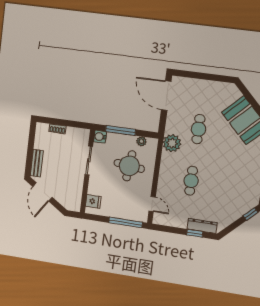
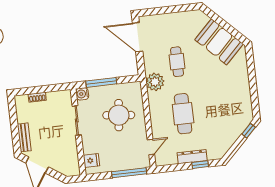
plant: (141, 141) -> (125, 88), removed
cafe table: (191, 181) -> (183, 114), width x1.37, depth x1.35
door: (152, 204) -> (151, 147), hinge flipped
dresser: (202, 226) -> (192, 157), moved

